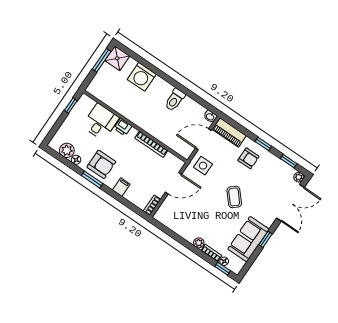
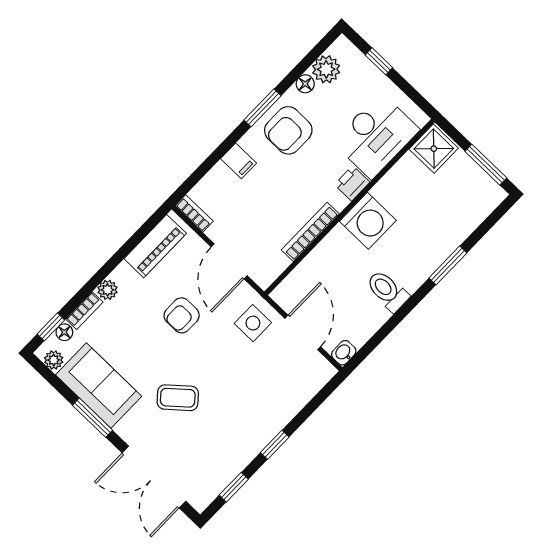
shower: (117, 58) -> (434, 149), moved
window: (156, 71) -> (448, 265), added
washing machine: (142, 77) -> (368, 221), moved, turned 180
window: (71, 106) -> (379, 61), moved
desk: (101, 122) -> (376, 136), width x1.37
piano: (229, 132) -> (155, 246), moved, turned 180
armchair: (248, 158) -> (182, 315), moved
plant: (299, 177) -> (54, 360), moved
coffee table: (234, 197) -> (178, 398), moved
window: (265, 239) -> (93, 418), width x1.50

